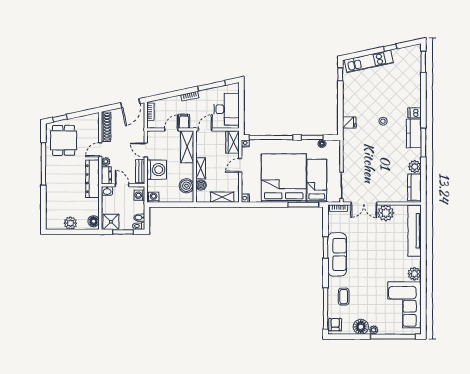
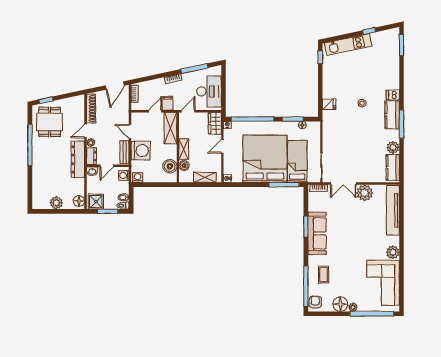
door: (122, 185) -> (107, 166), swing flipped

